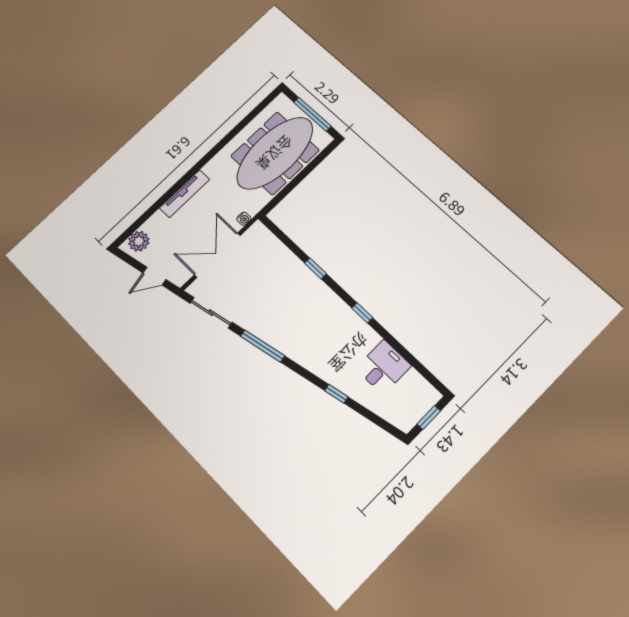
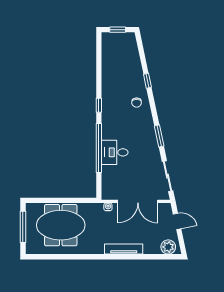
meeting table: (275, 153) -> (61, 225), width x0.73
window: (316, 268) -> (99, 148), width x3.17
window: (262, 346) -> (159, 136), width x0.69
chair: (324, 357) -> (137, 103), added
desk: (383, 367) -> (115, 152), moved

